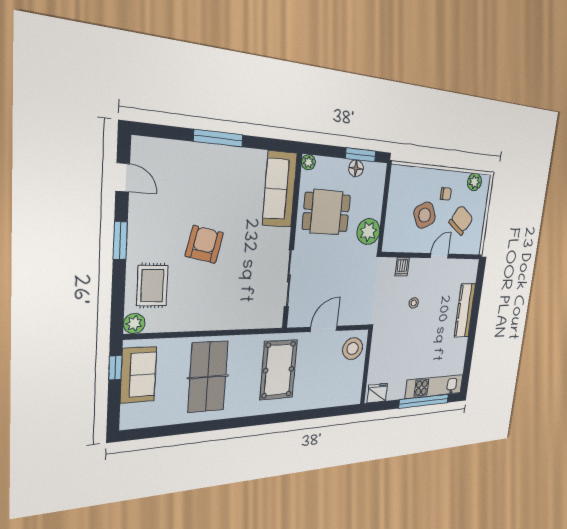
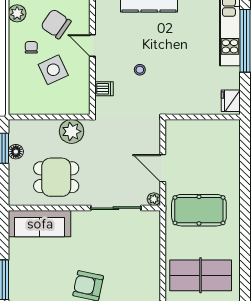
plant: (308, 162) -> (154, 199), moved
dining table: (326, 212) -> (56, 177), turned 90
stool: (353, 349) -> (183, 135), removed

